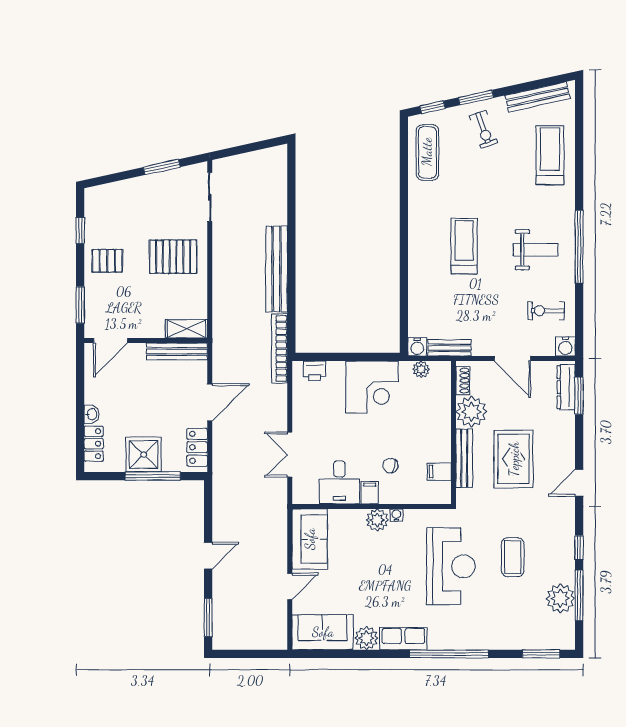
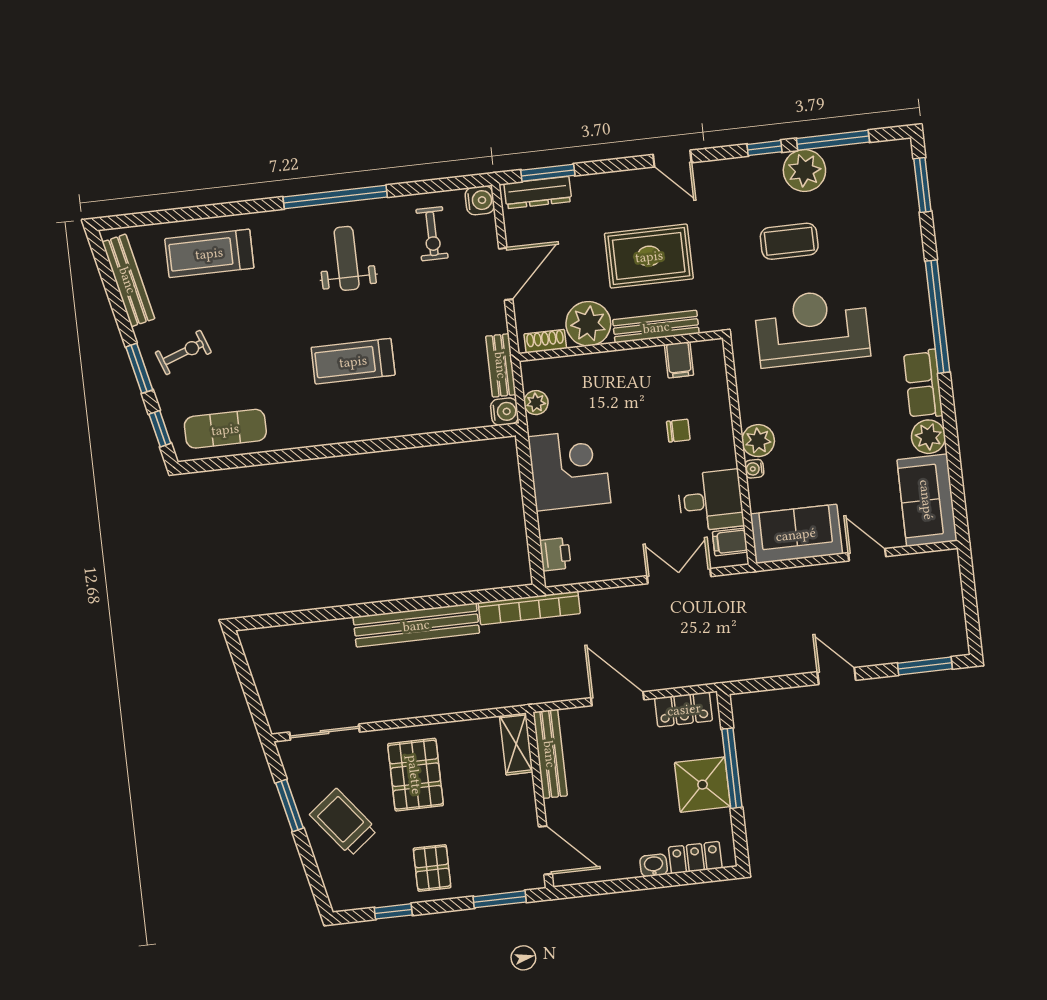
trolley: (146, 203) -> (343, 822), added
double door: (290, 455) -> (679, 576), swing flipped
chair: (390, 466) -> (678, 431), turned -101
filing cabinet: (370, 493) -> (730, 542), moved
water cooler: (396, 515) -> (754, 469), moved
plant: (560, 598) -> (804, 171), moved

